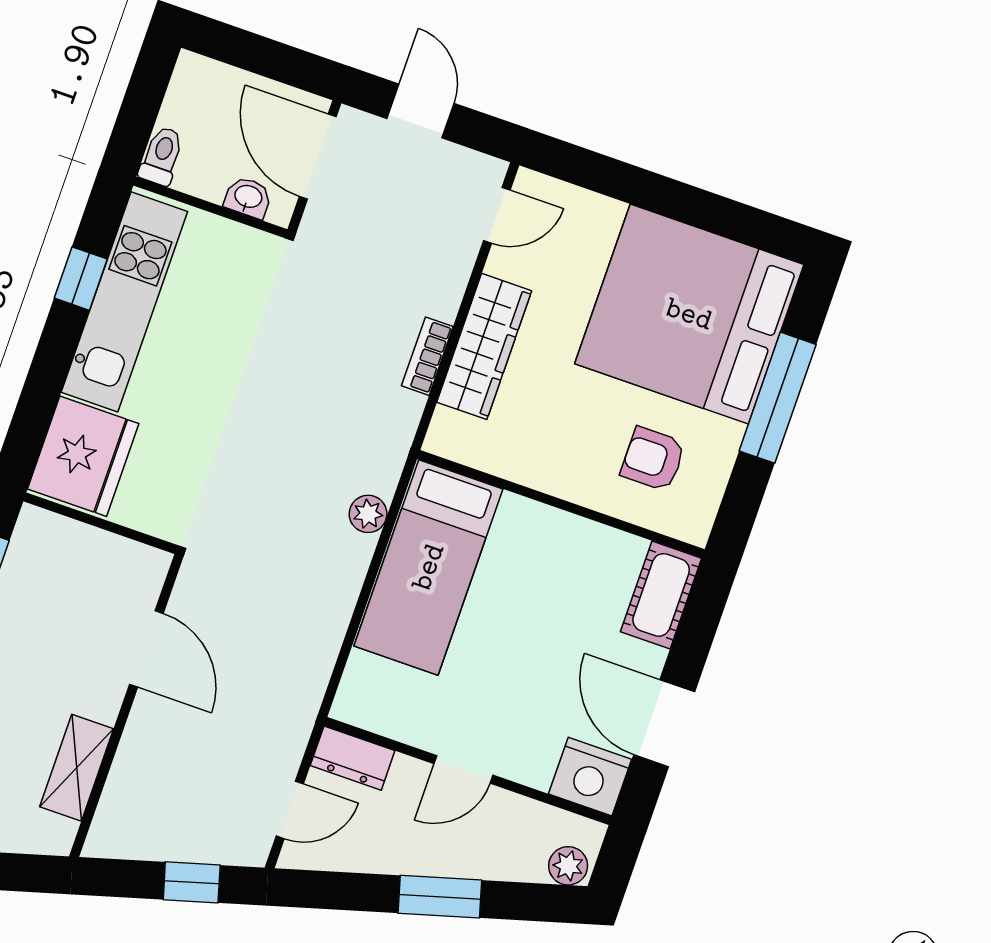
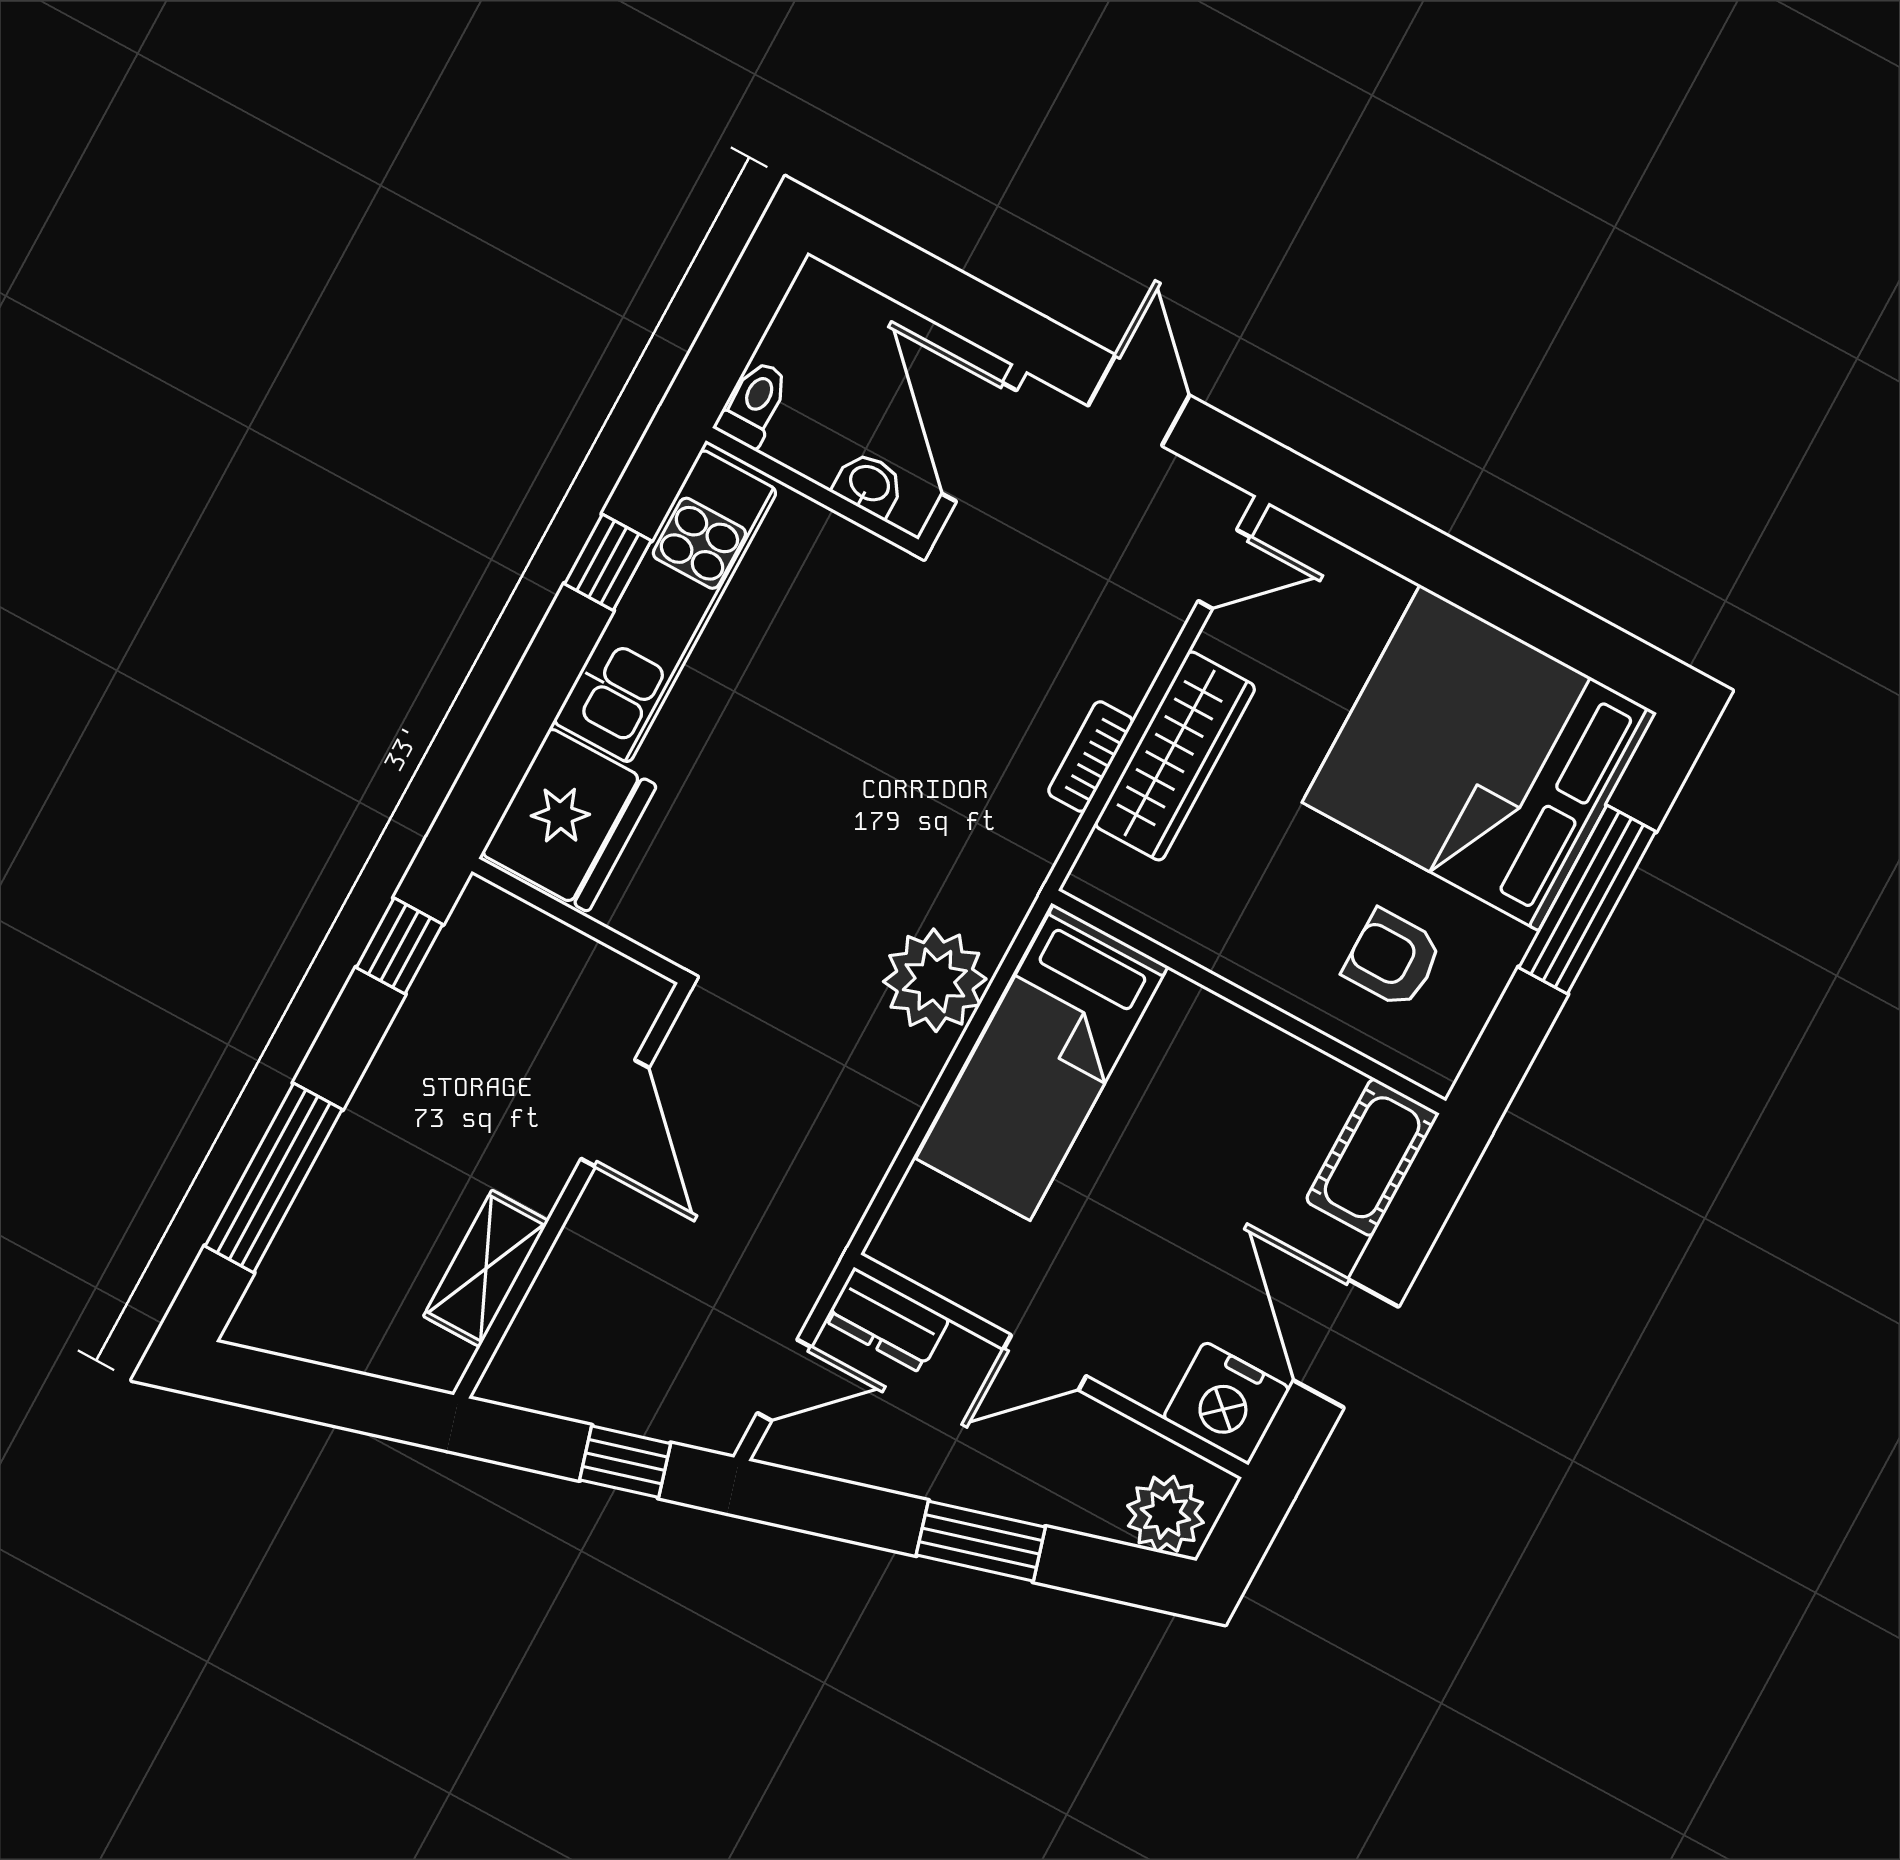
plant: (368, 514) -> (935, 980), width x1.88, depth x1.88
plant: (568, 866) -> (1165, 1514), width x1.38, depth x1.38

